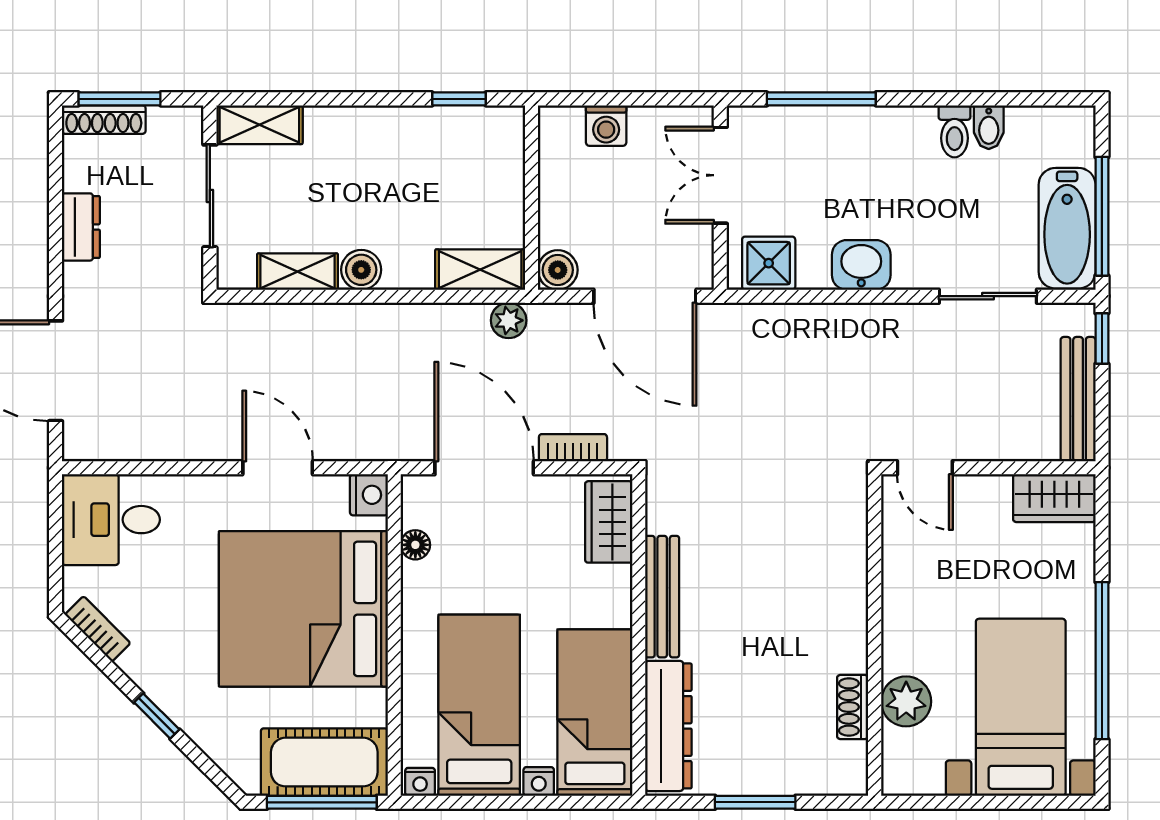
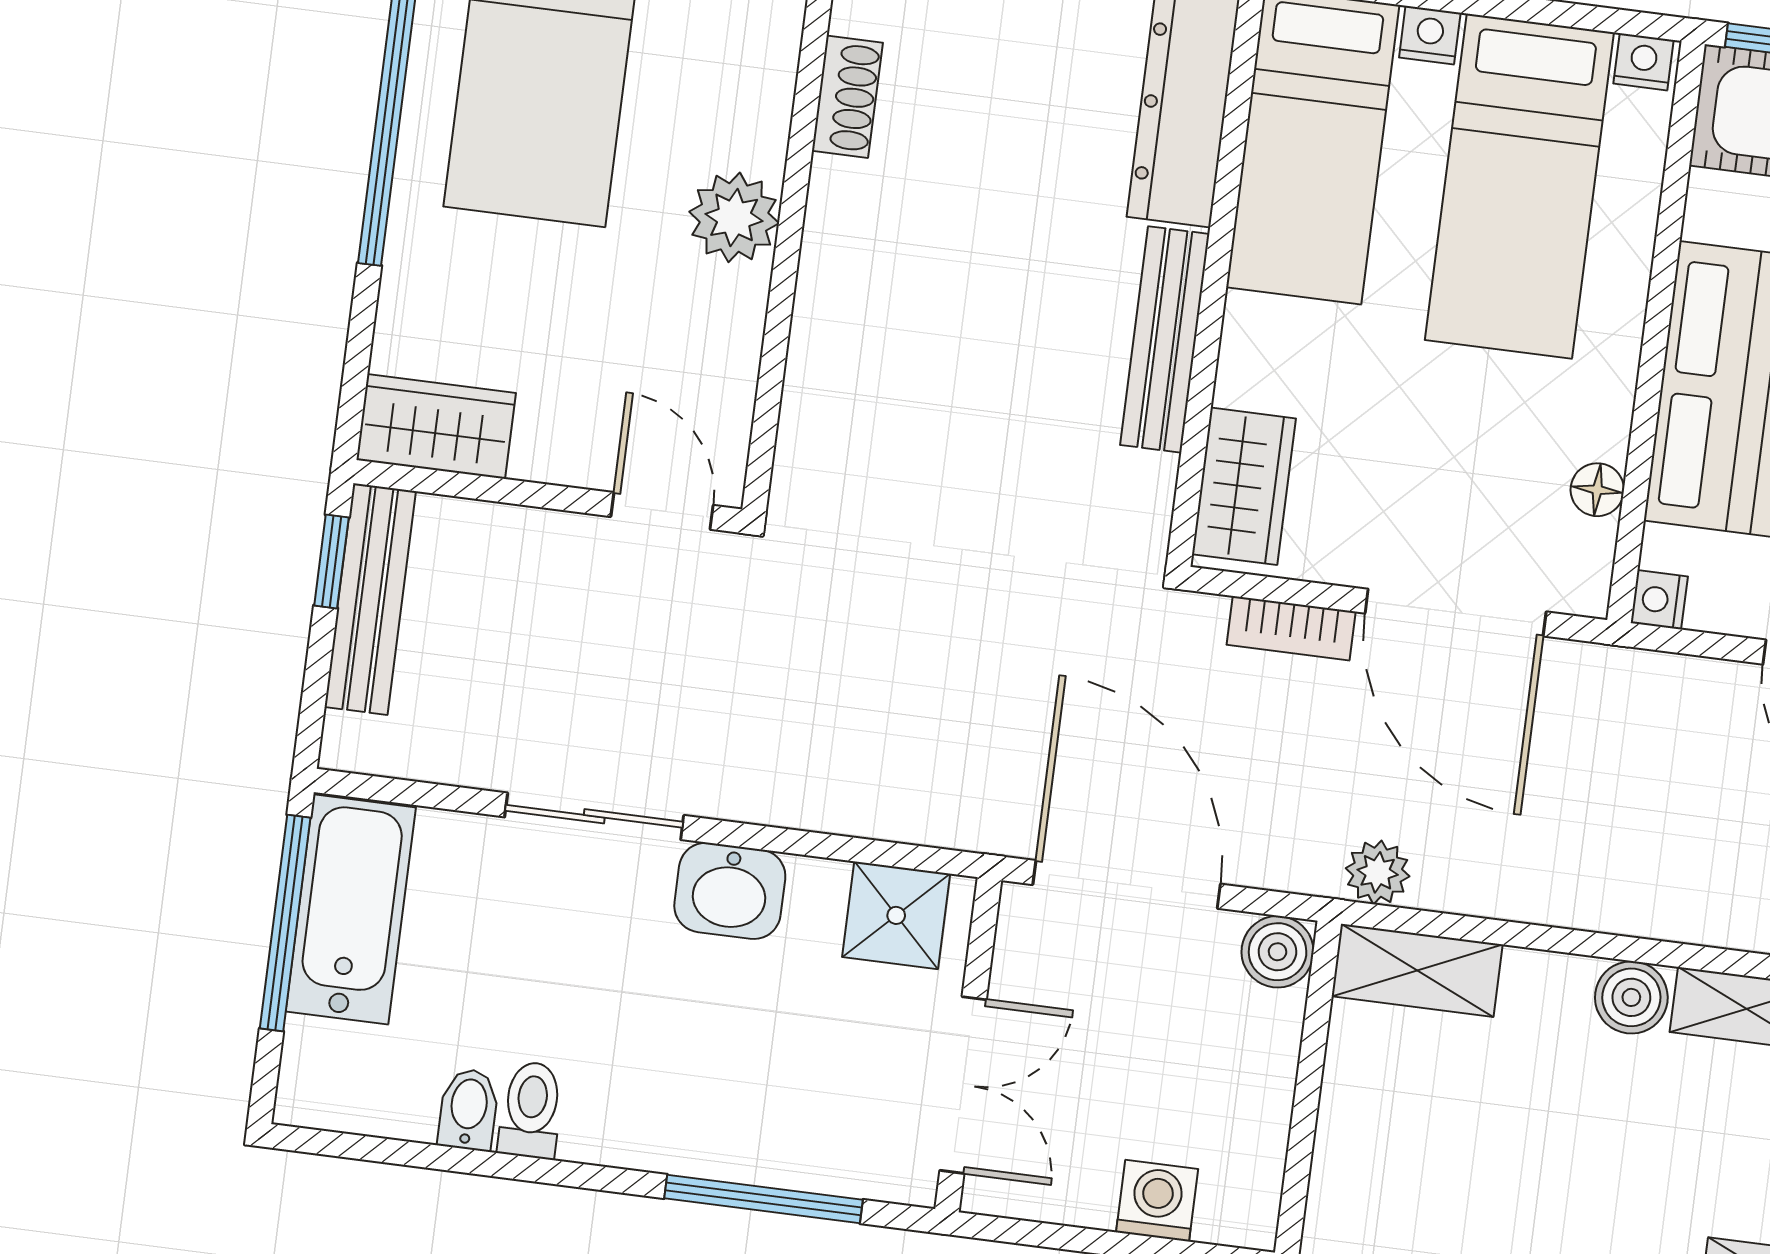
sliding door: (988, 296) -> (594, 816), moved
window: (1102, 338) -> (331, 562), moved
nightstand: (369, 495) -> (1659, 600), width x0.72, depth x0.74
plant: (906, 701) -> (734, 217), moved

